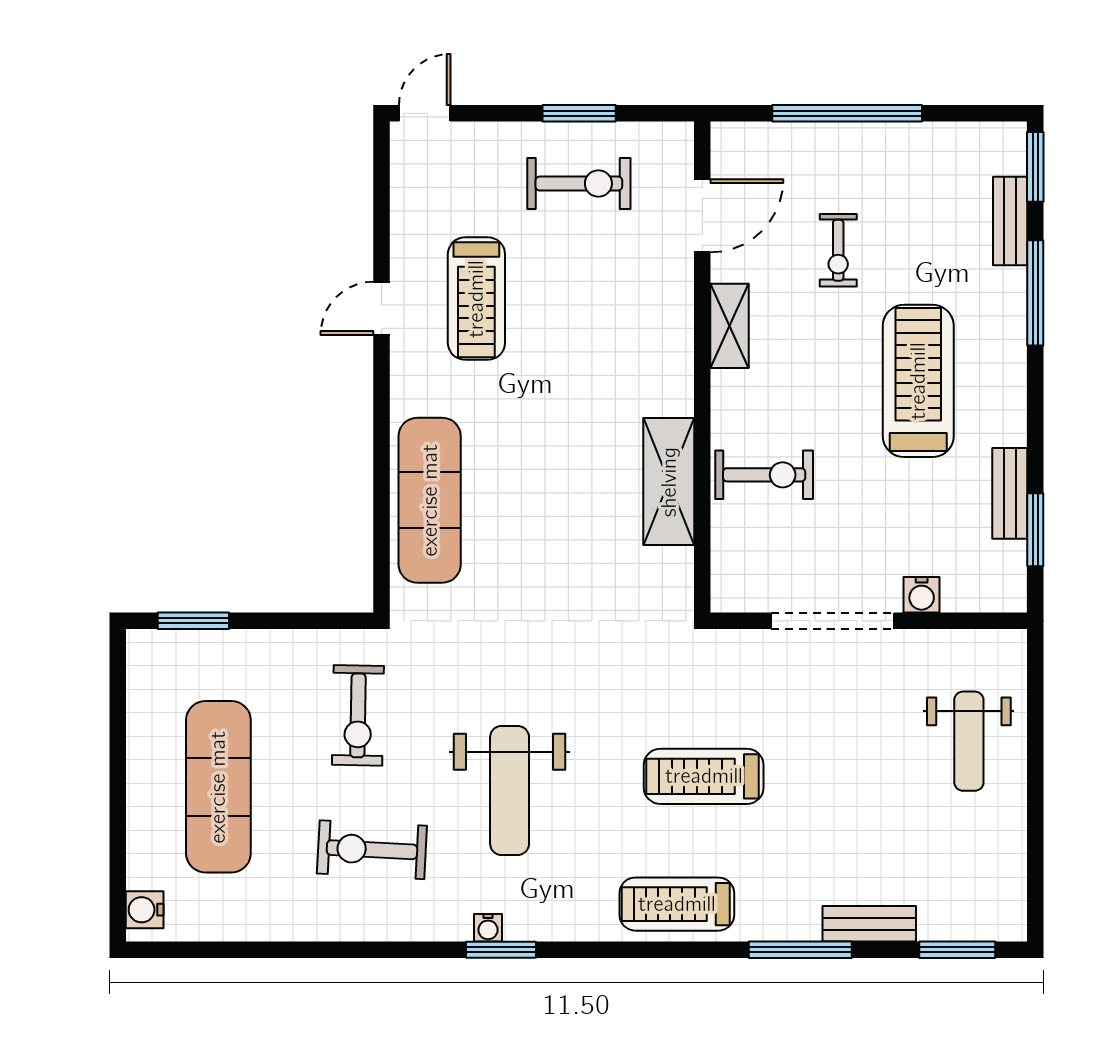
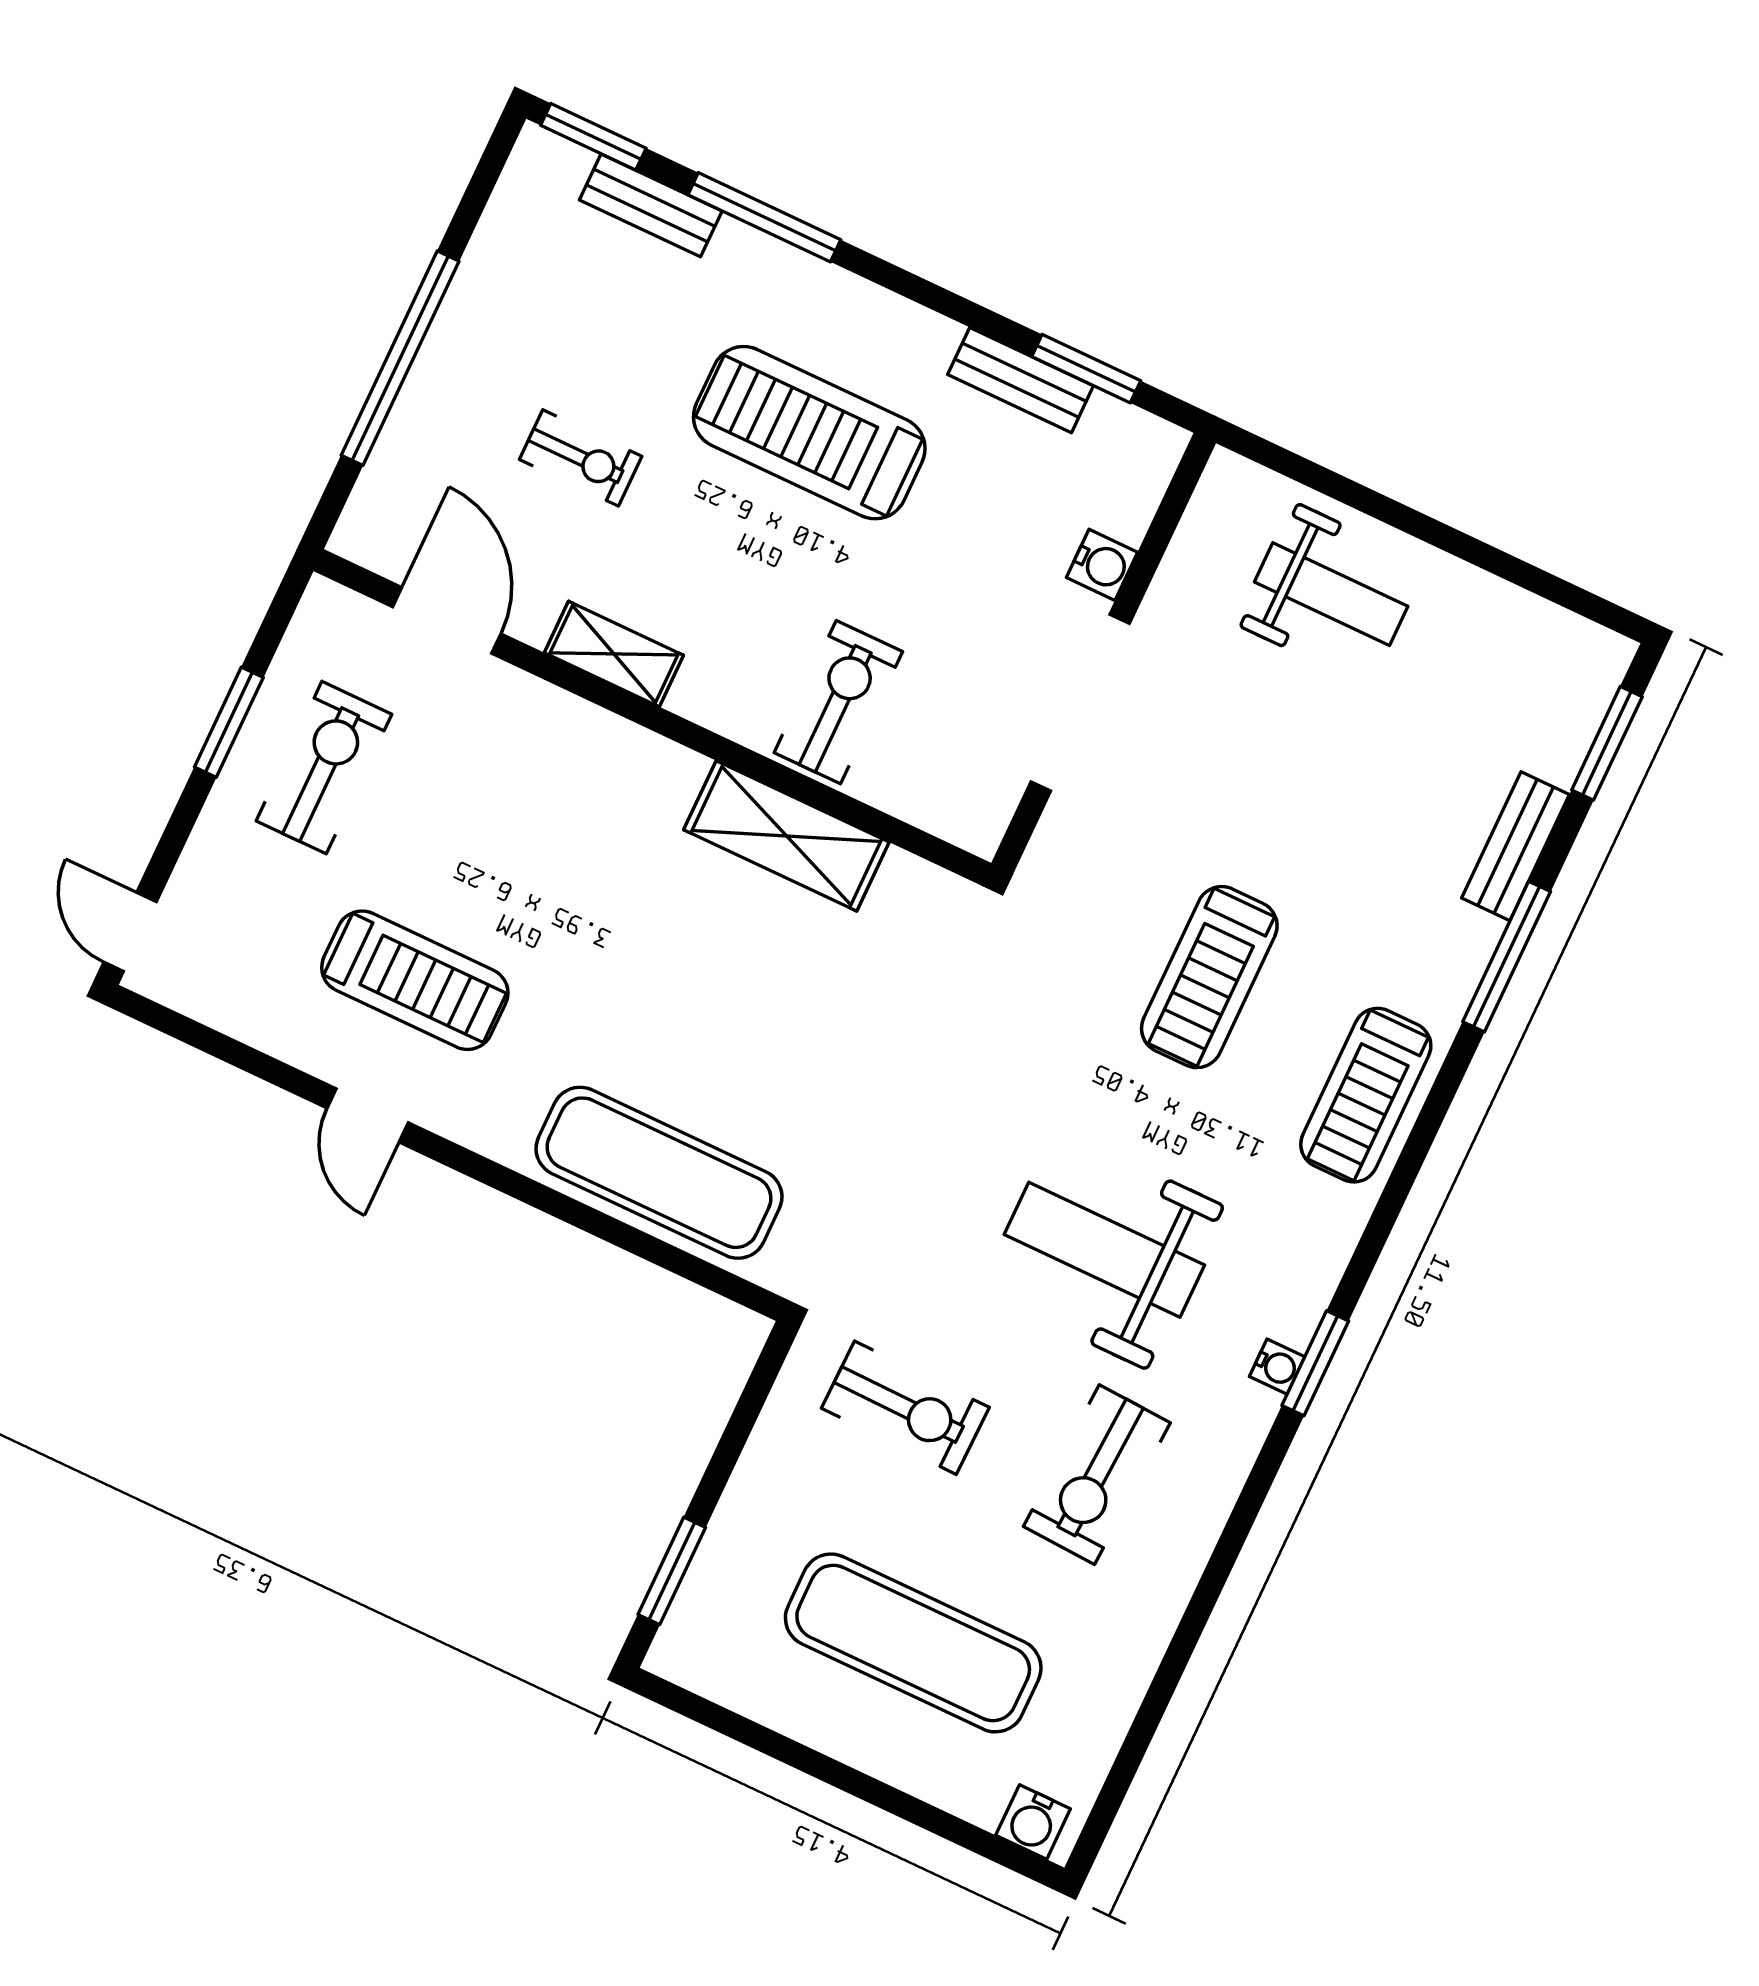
weight bench: (510, 790) -> (1104, 1250), turned 180

